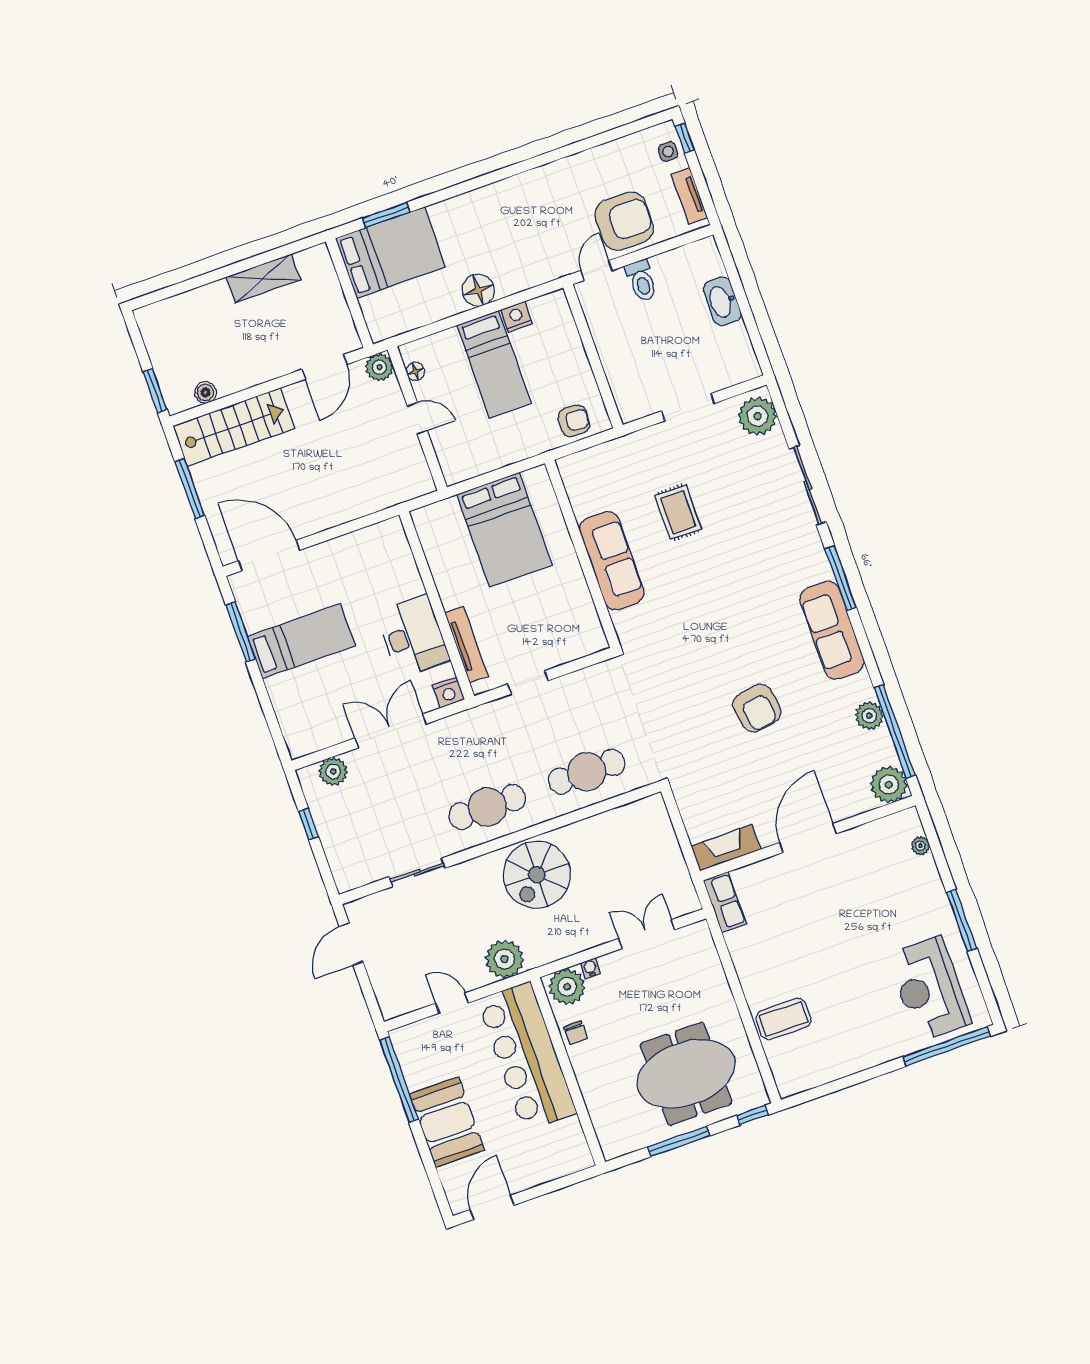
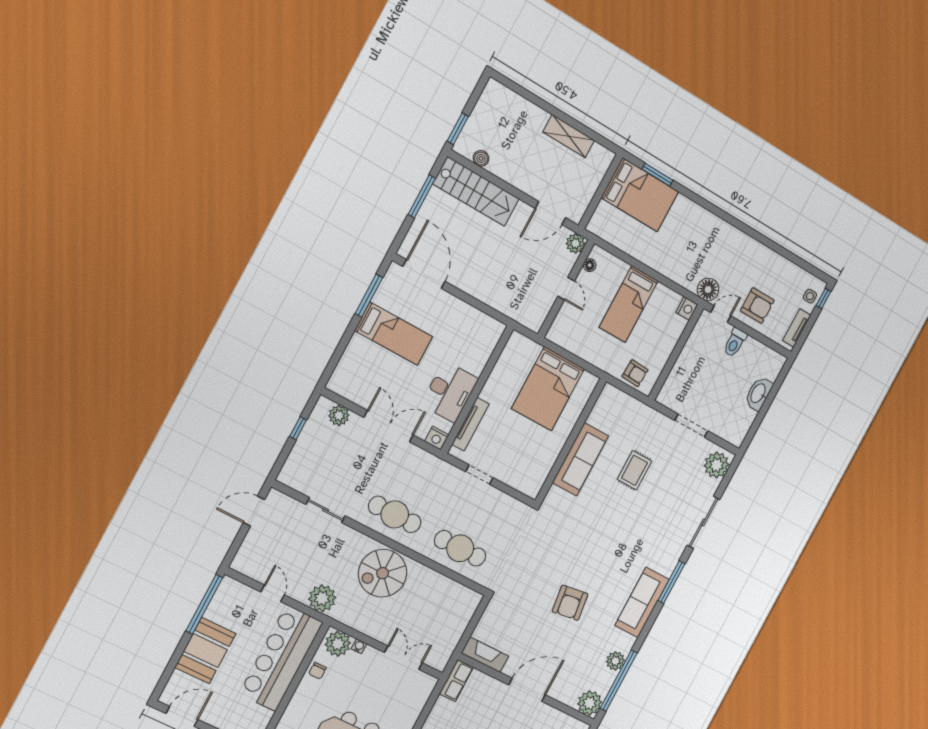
armchair: (624, 221) -> (757, 306), width x0.73, depth x0.73
floor lamp: (478, 290) -> (708, 289), moved
nightstand: (516, 317) -> (687, 309), moved, turned 90

